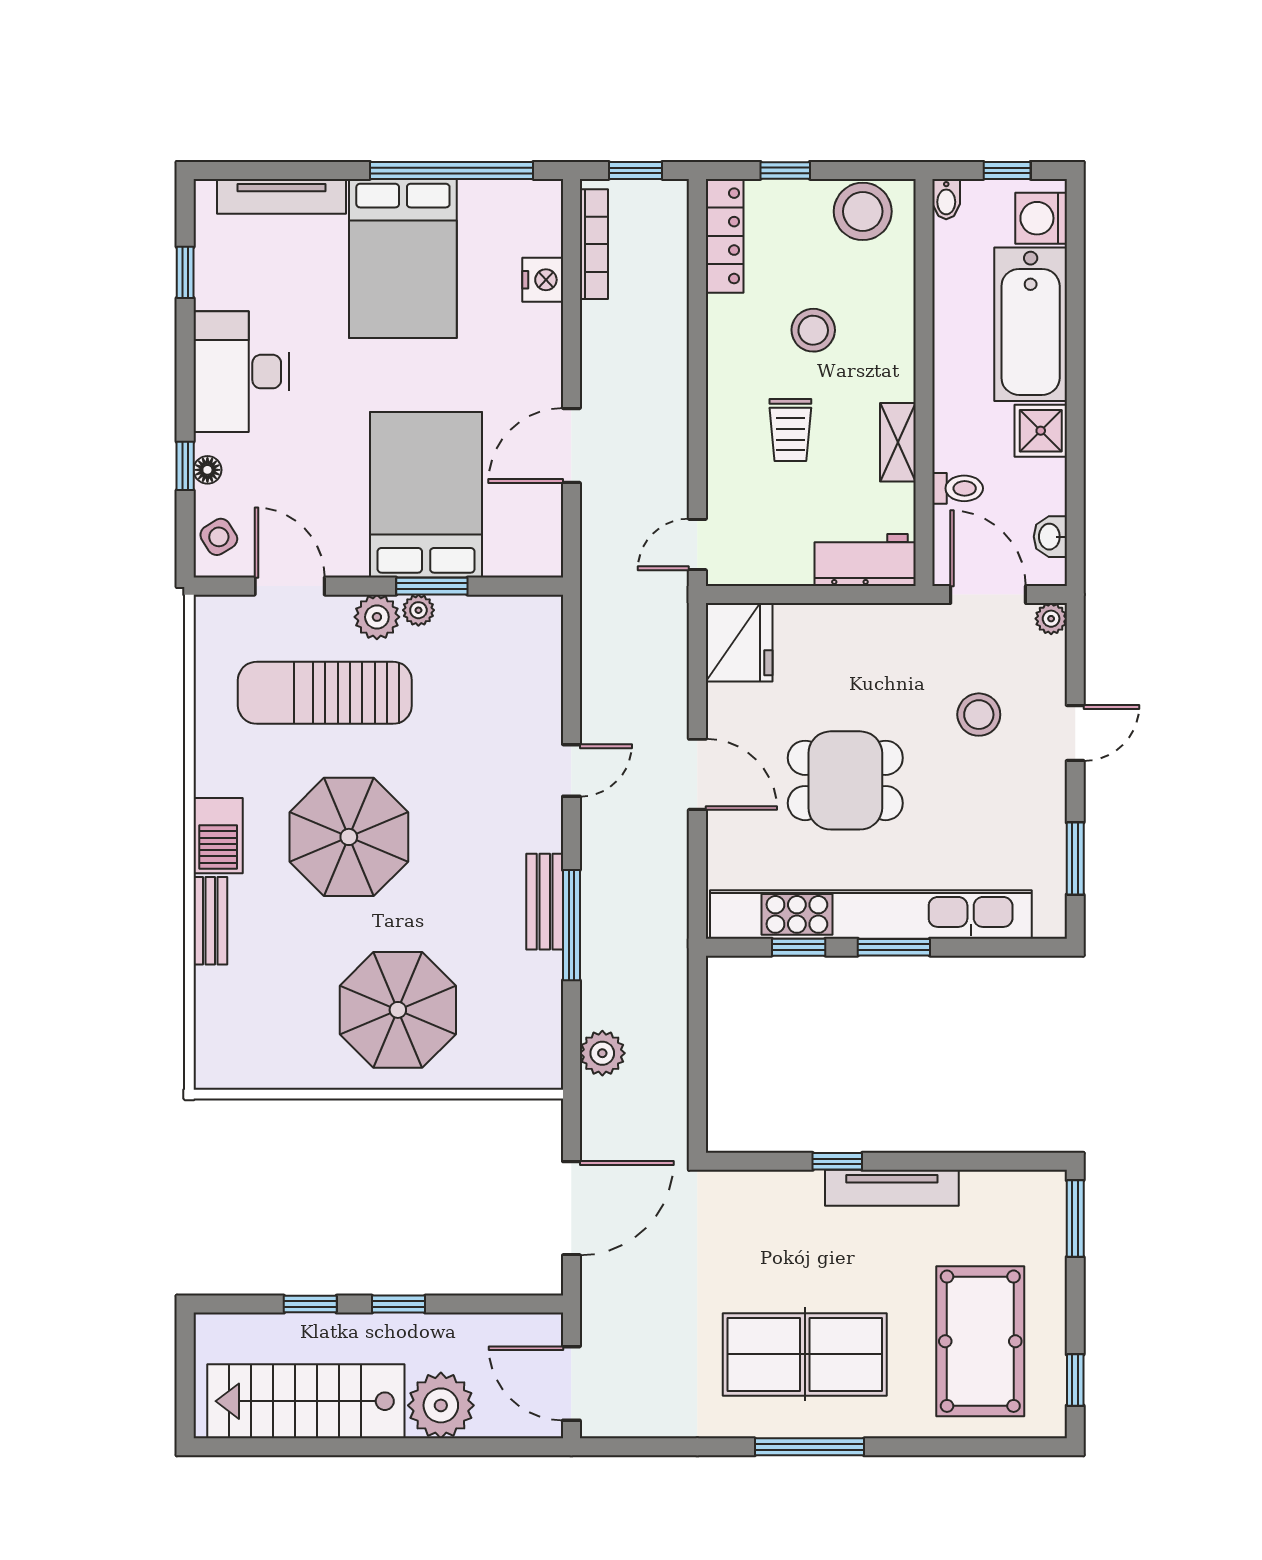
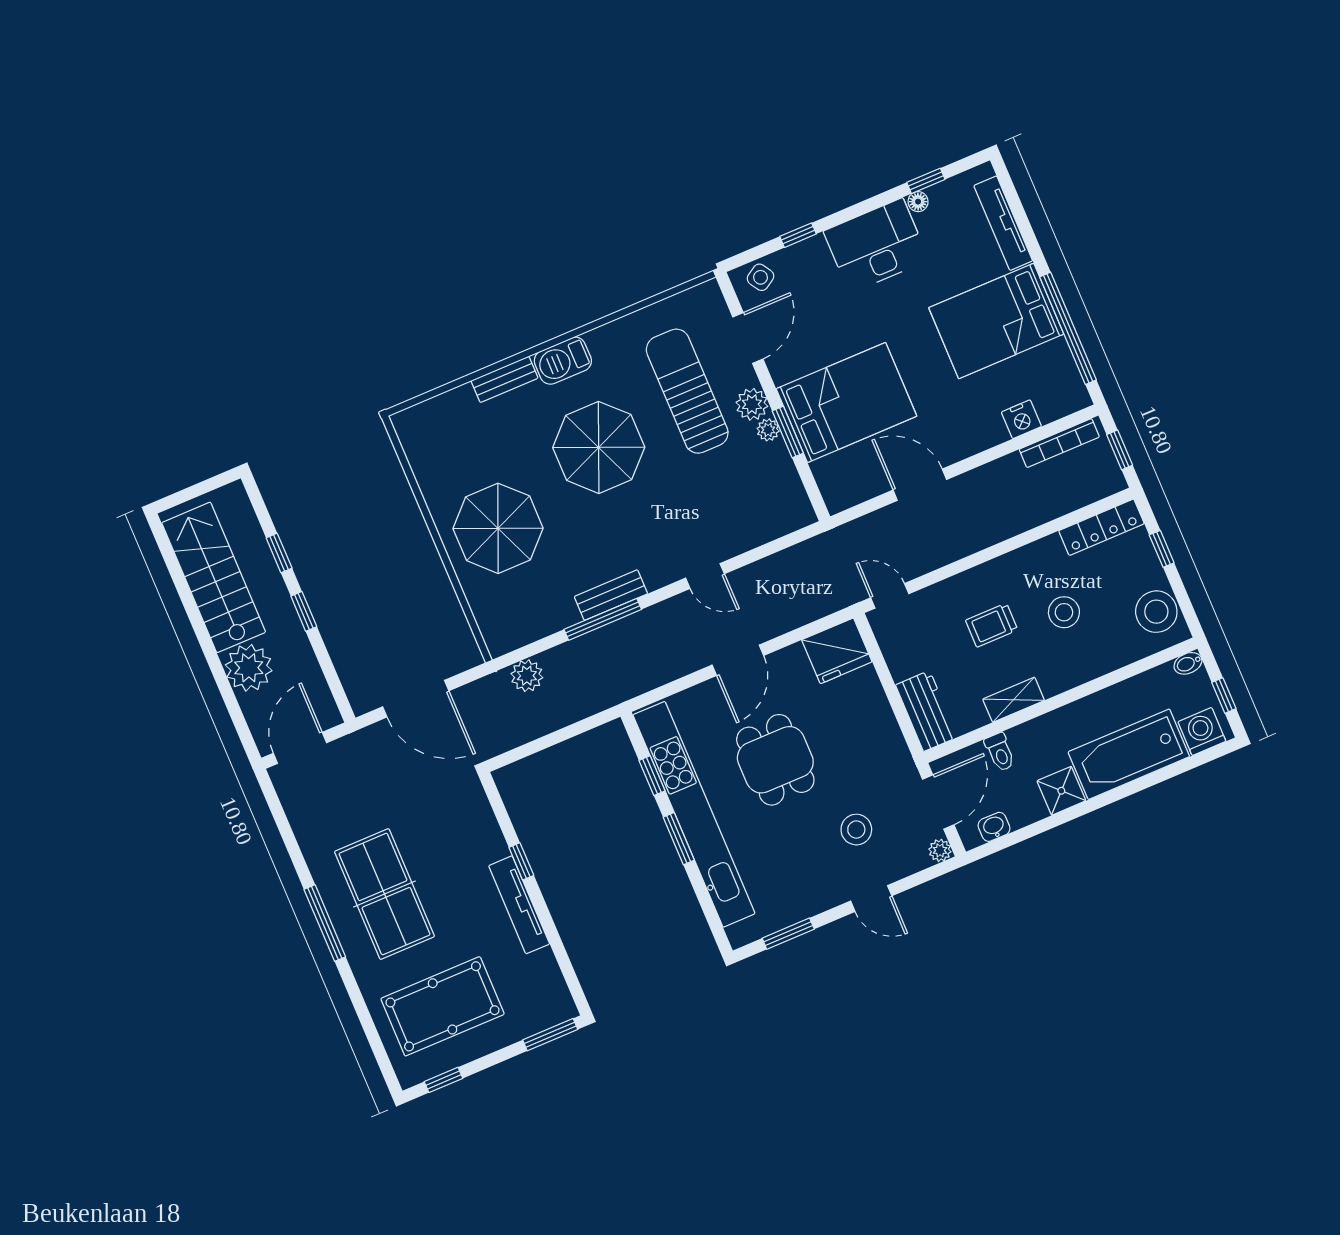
floor lamp: (207, 470) -> (918, 202), moved

